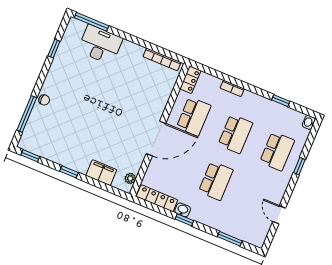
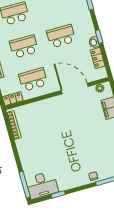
desk: (100, 45) -> (42, 185), moved, turned -90
door: (156, 138) -> (75, 89), moved
locker: (157, 198) -> (98, 58), width x0.66

